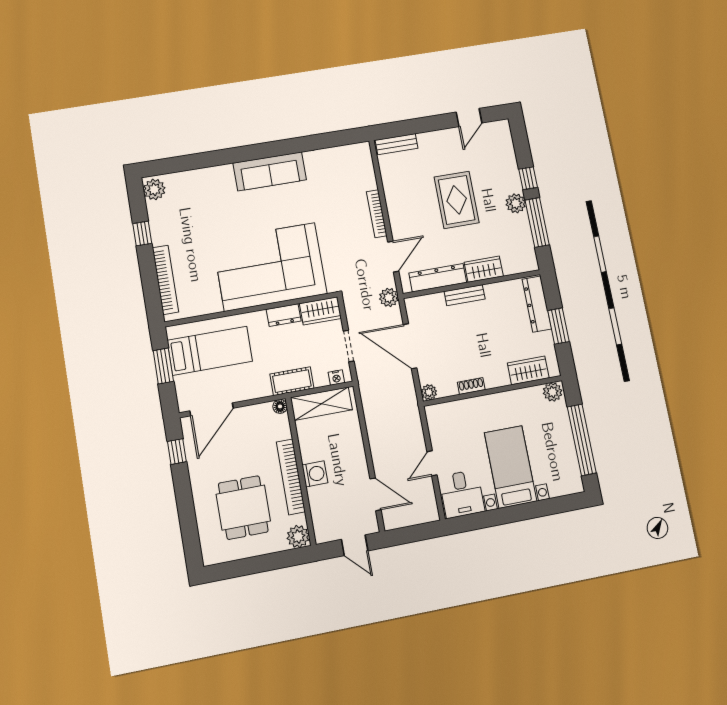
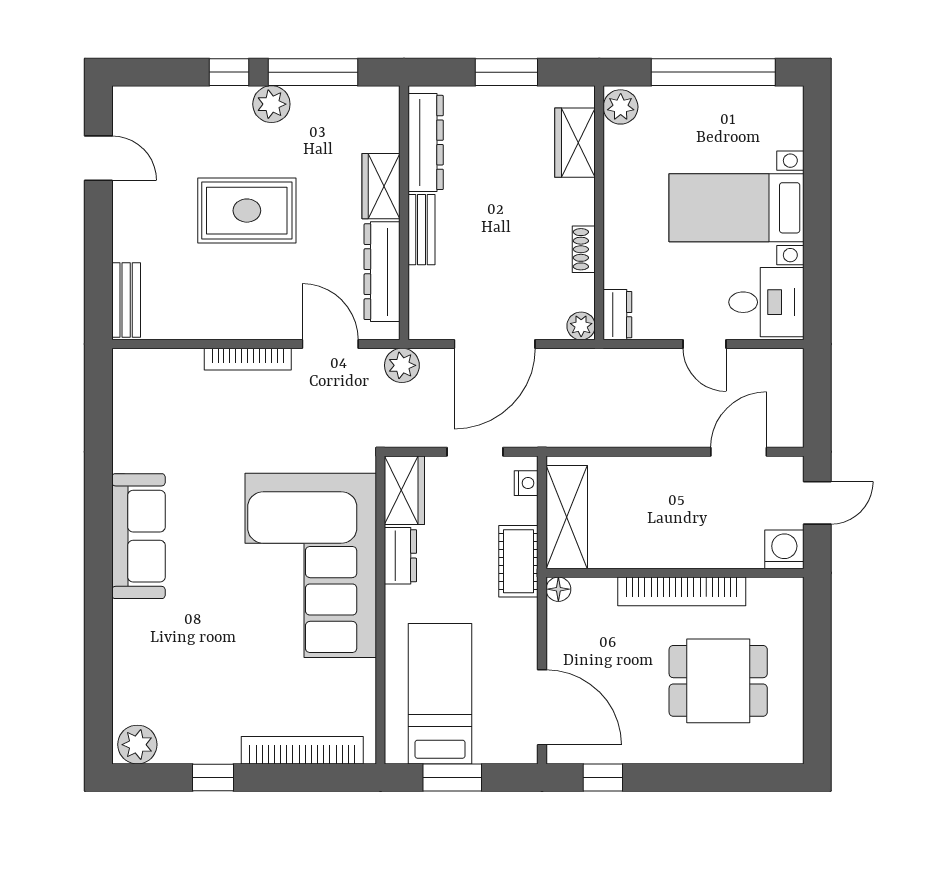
dresser: (537, 304) -> (426, 142), moved, turned -90
dresser: (439, 411) -> (617, 315), added
washing machine: (315, 474) -> (784, 549), moved
plant: (298, 537) -> (784, 596), removed

